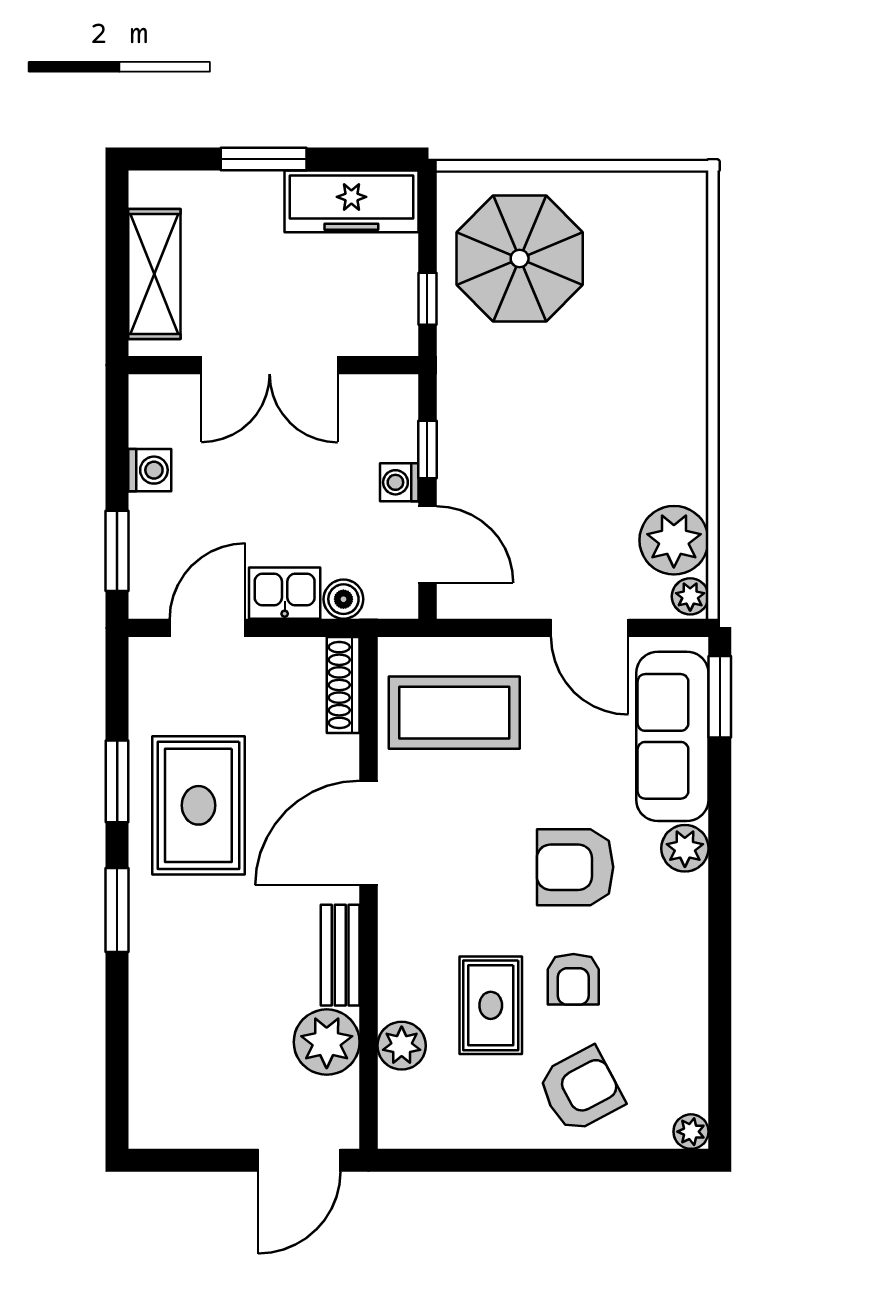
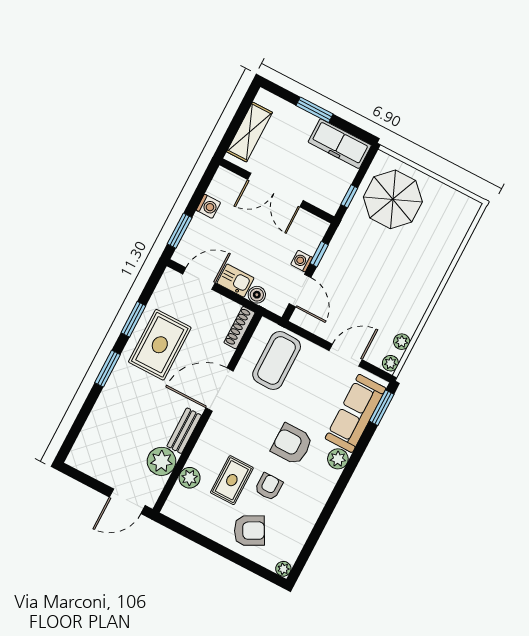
plant: (674, 540) -> (402, 342), width x0.53, depth x0.53
door: (590, 628) -> (346, 355), swing flipped
coffee table: (454, 713) -> (277, 360), turned 90
armchair: (573, 979) -> (269, 487), turned 180

